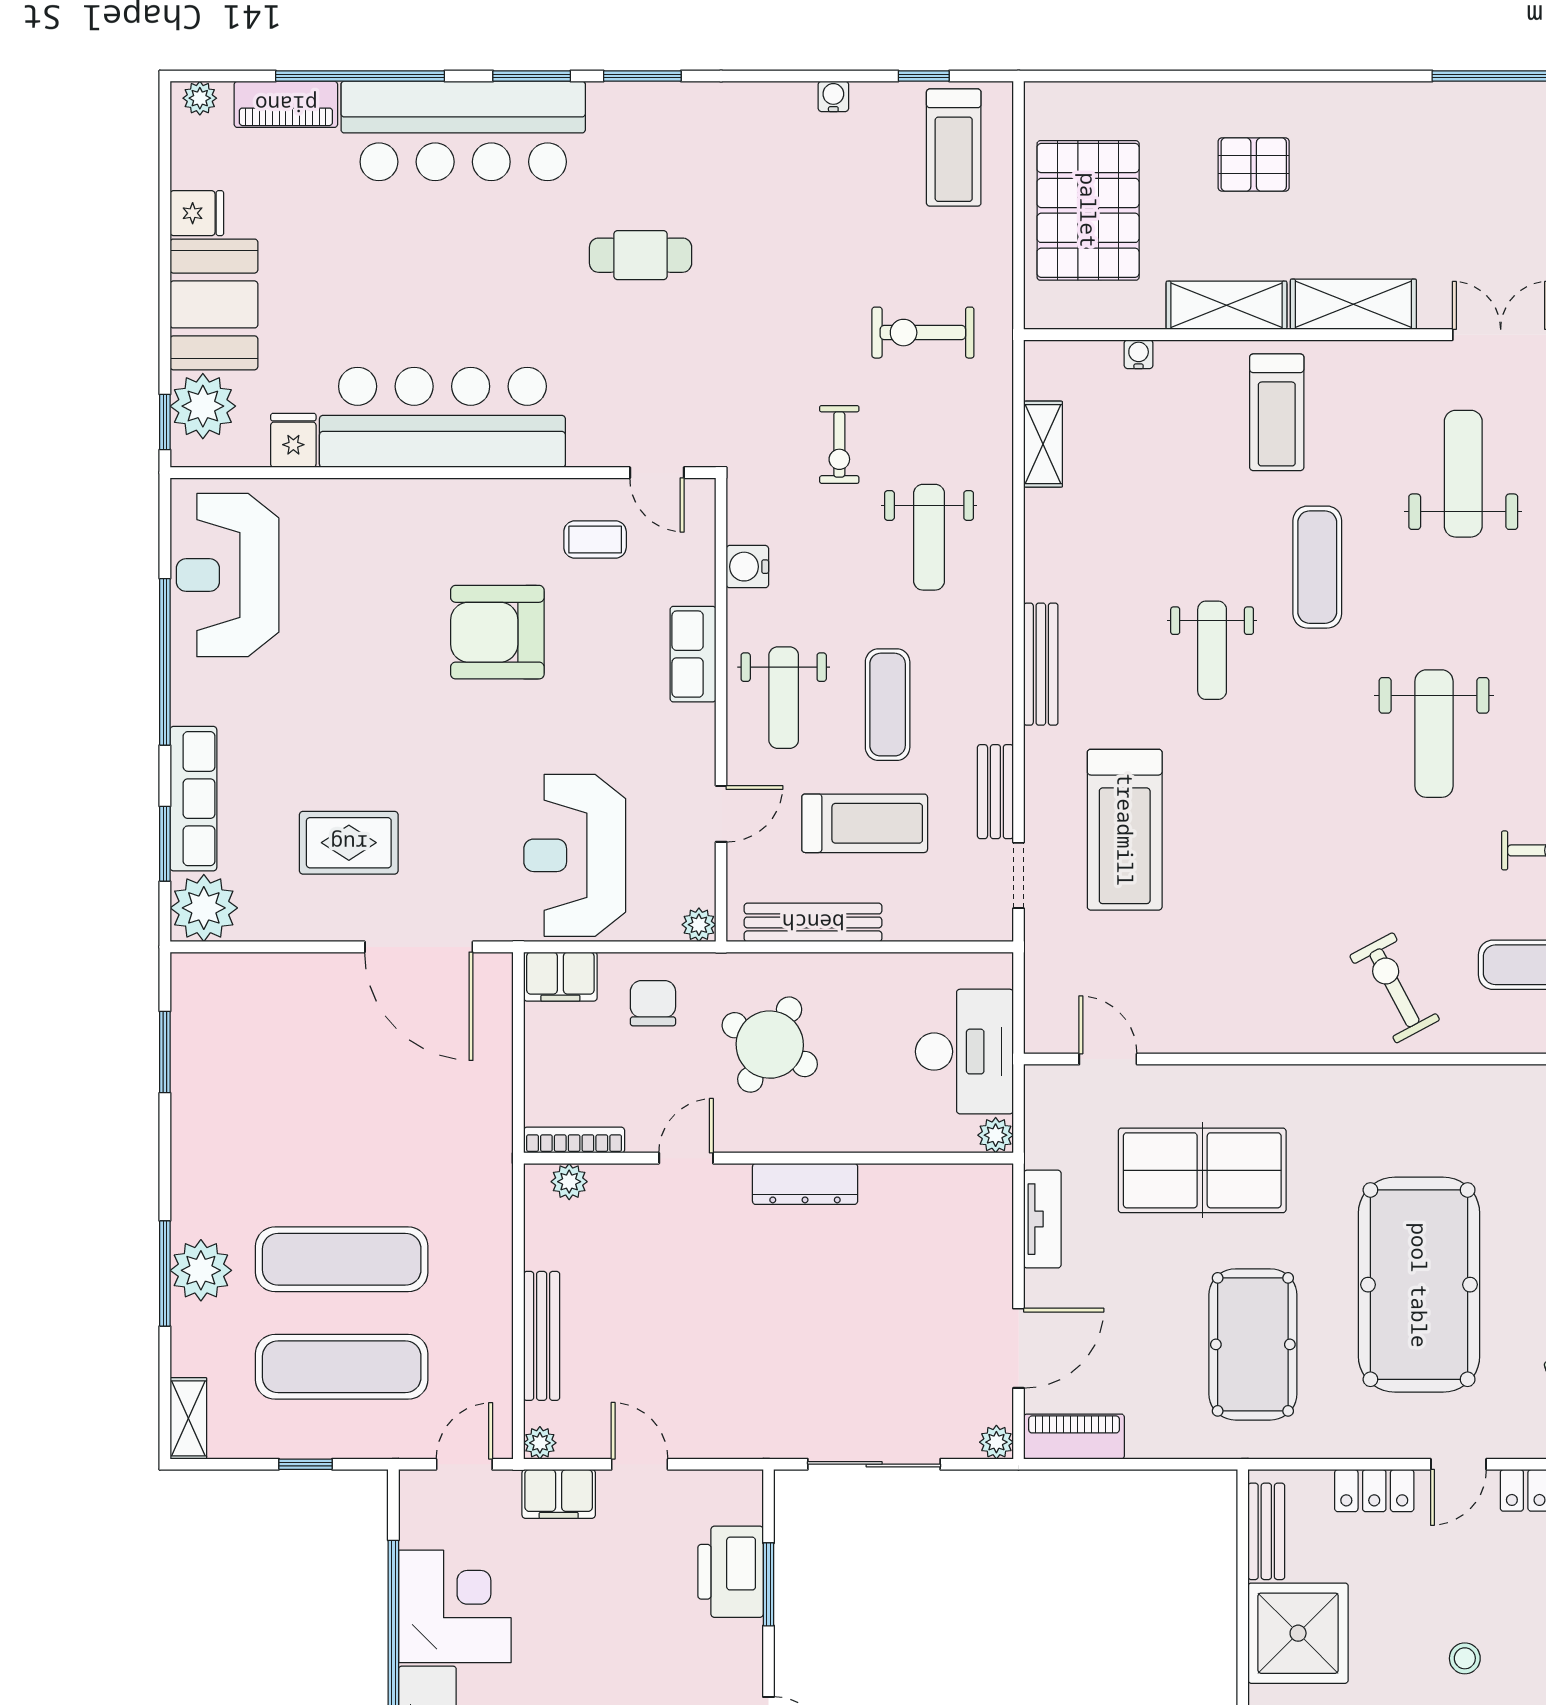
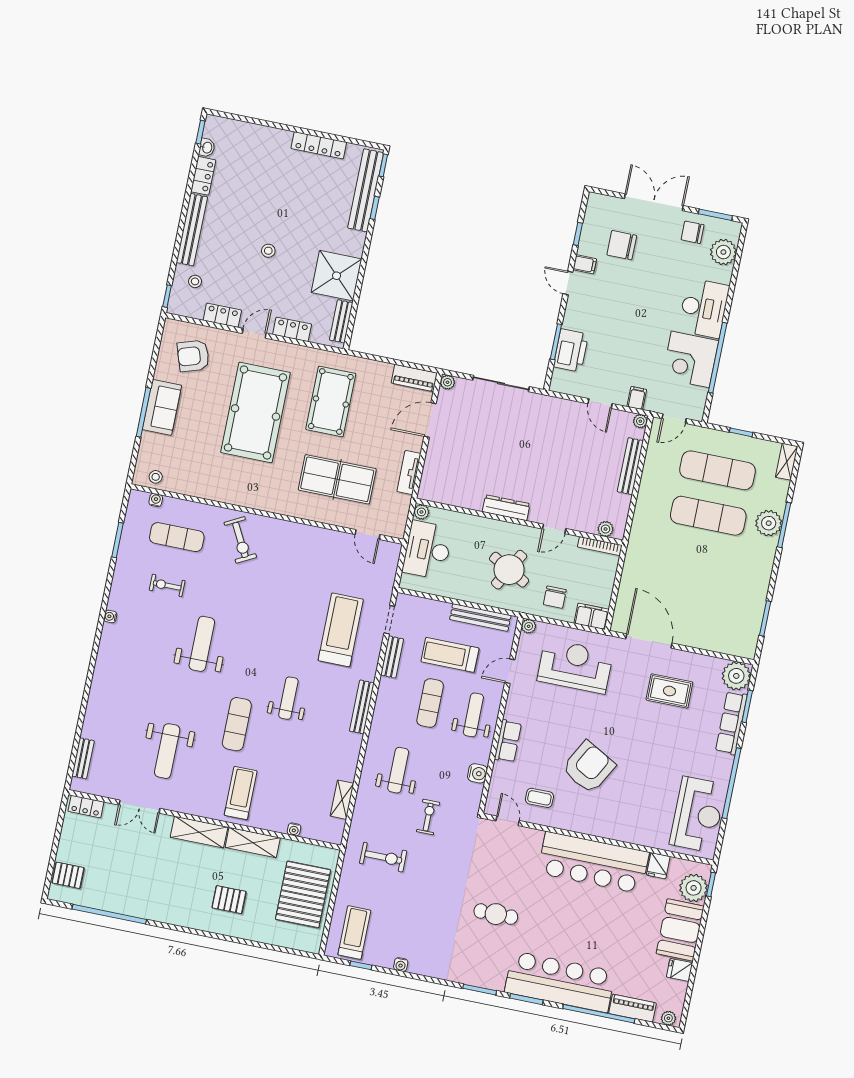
armchair: (497, 632) -> (589, 767), turned -61
reception desk: (575, 855) -> (575, 666), turned -90
filing cabinet: (559, 1494) -> (637, 398), width x0.50

